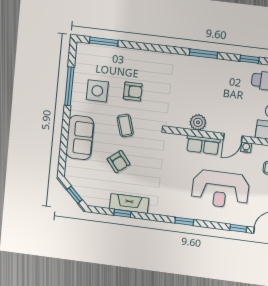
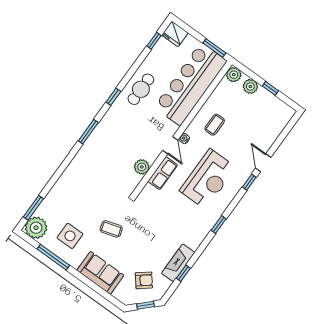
plant: (87, 55) -> (36, 228), added
armchair: (133, 91) -> (87, 207), removed
armchair: (119, 162) -> (144, 280), moved

